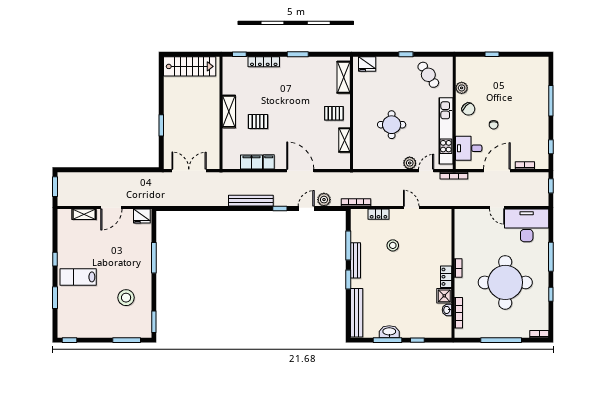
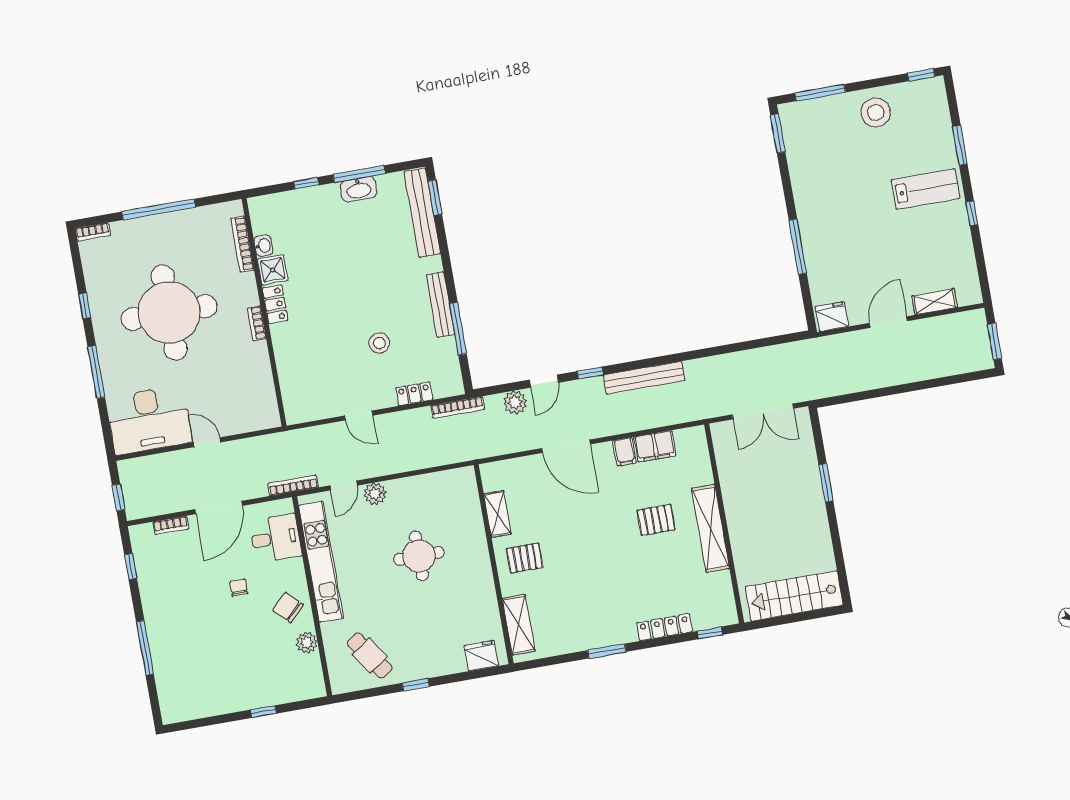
shelving: (229, 111) -> (711, 529), width x1.47
window: (348, 279) -> (435, 198), moved
stool: (126, 298) -> (876, 113), moved

